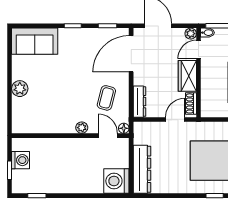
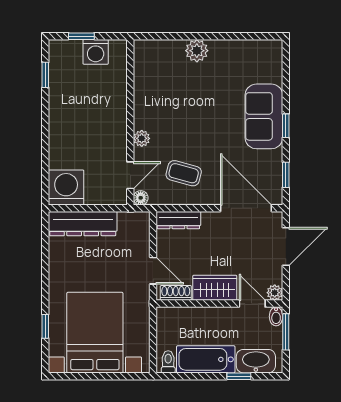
sofa: (35, 41) -> (264, 116), moved

